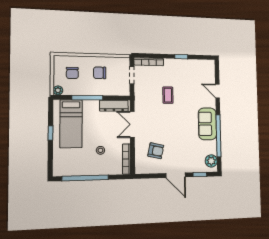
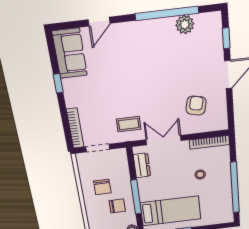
chair: (72, 73) -> (117, 206), moved
coffee table: (168, 95) -> (129, 124), moved
dresser: (114, 106) -> (142, 165), width x0.70
double door: (132, 124) -> (164, 140), swing flipped
sofa: (207, 124) -> (70, 53), moved, turned -90
plant: (211, 161) -> (185, 25), moved

